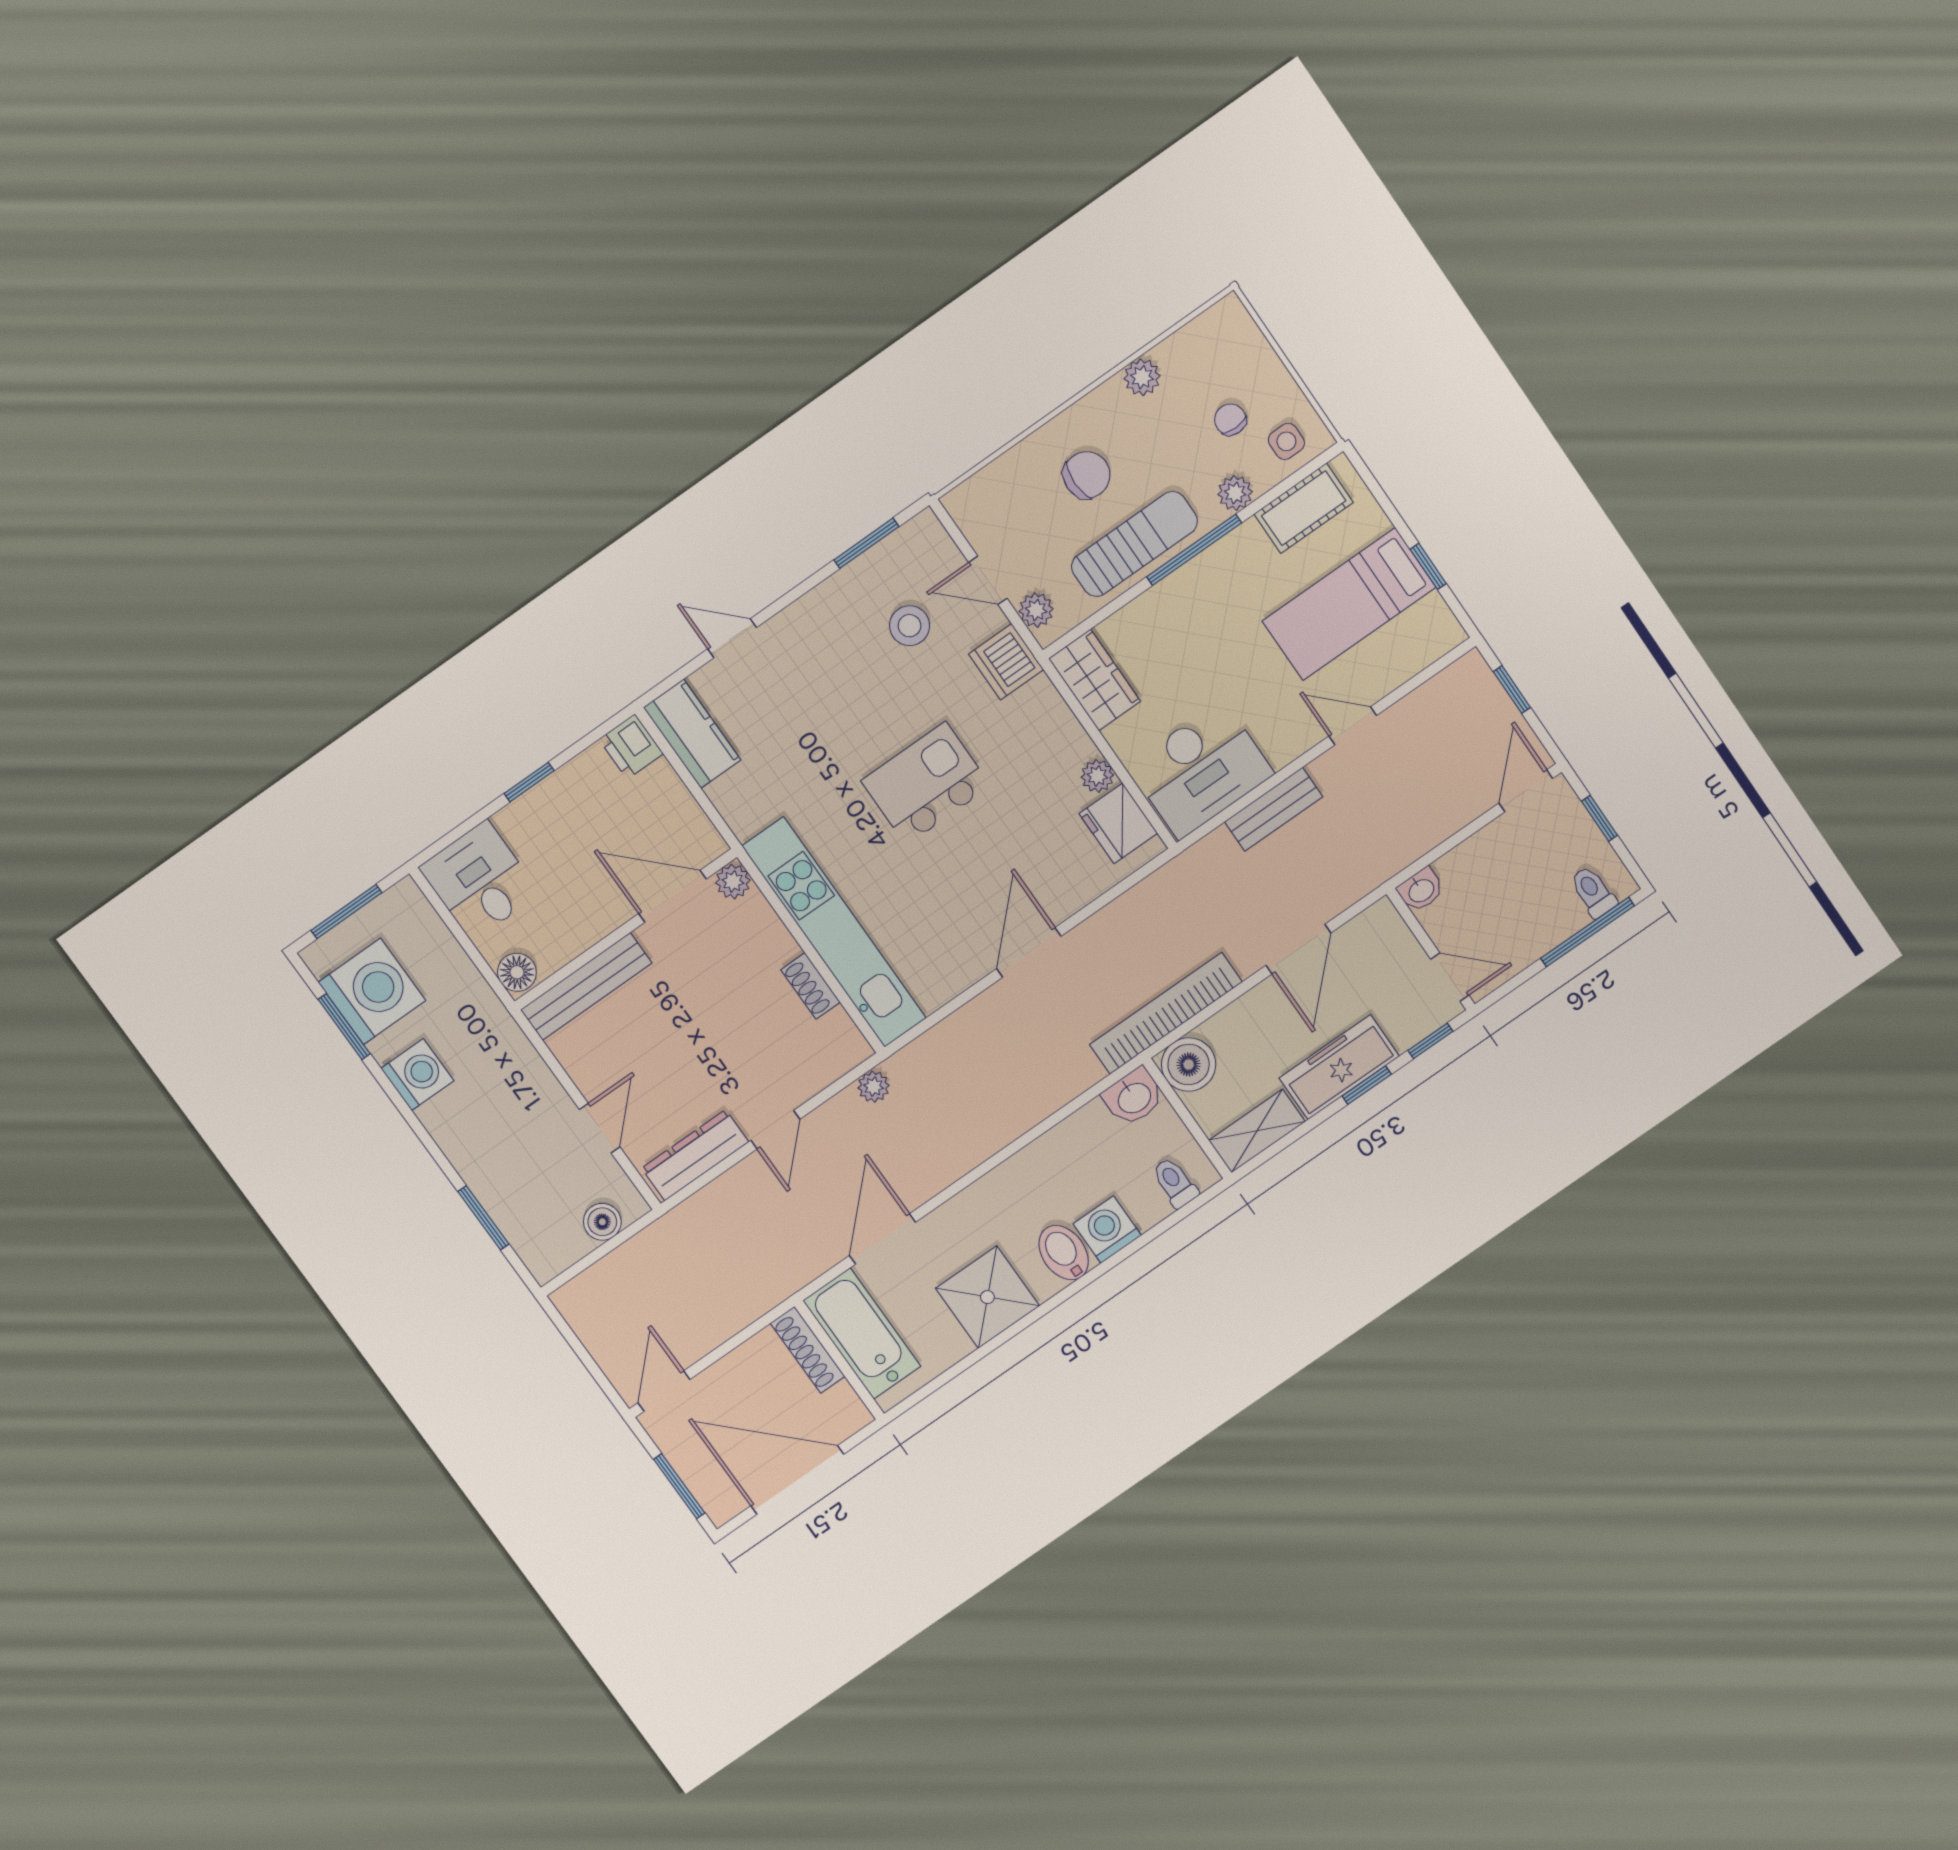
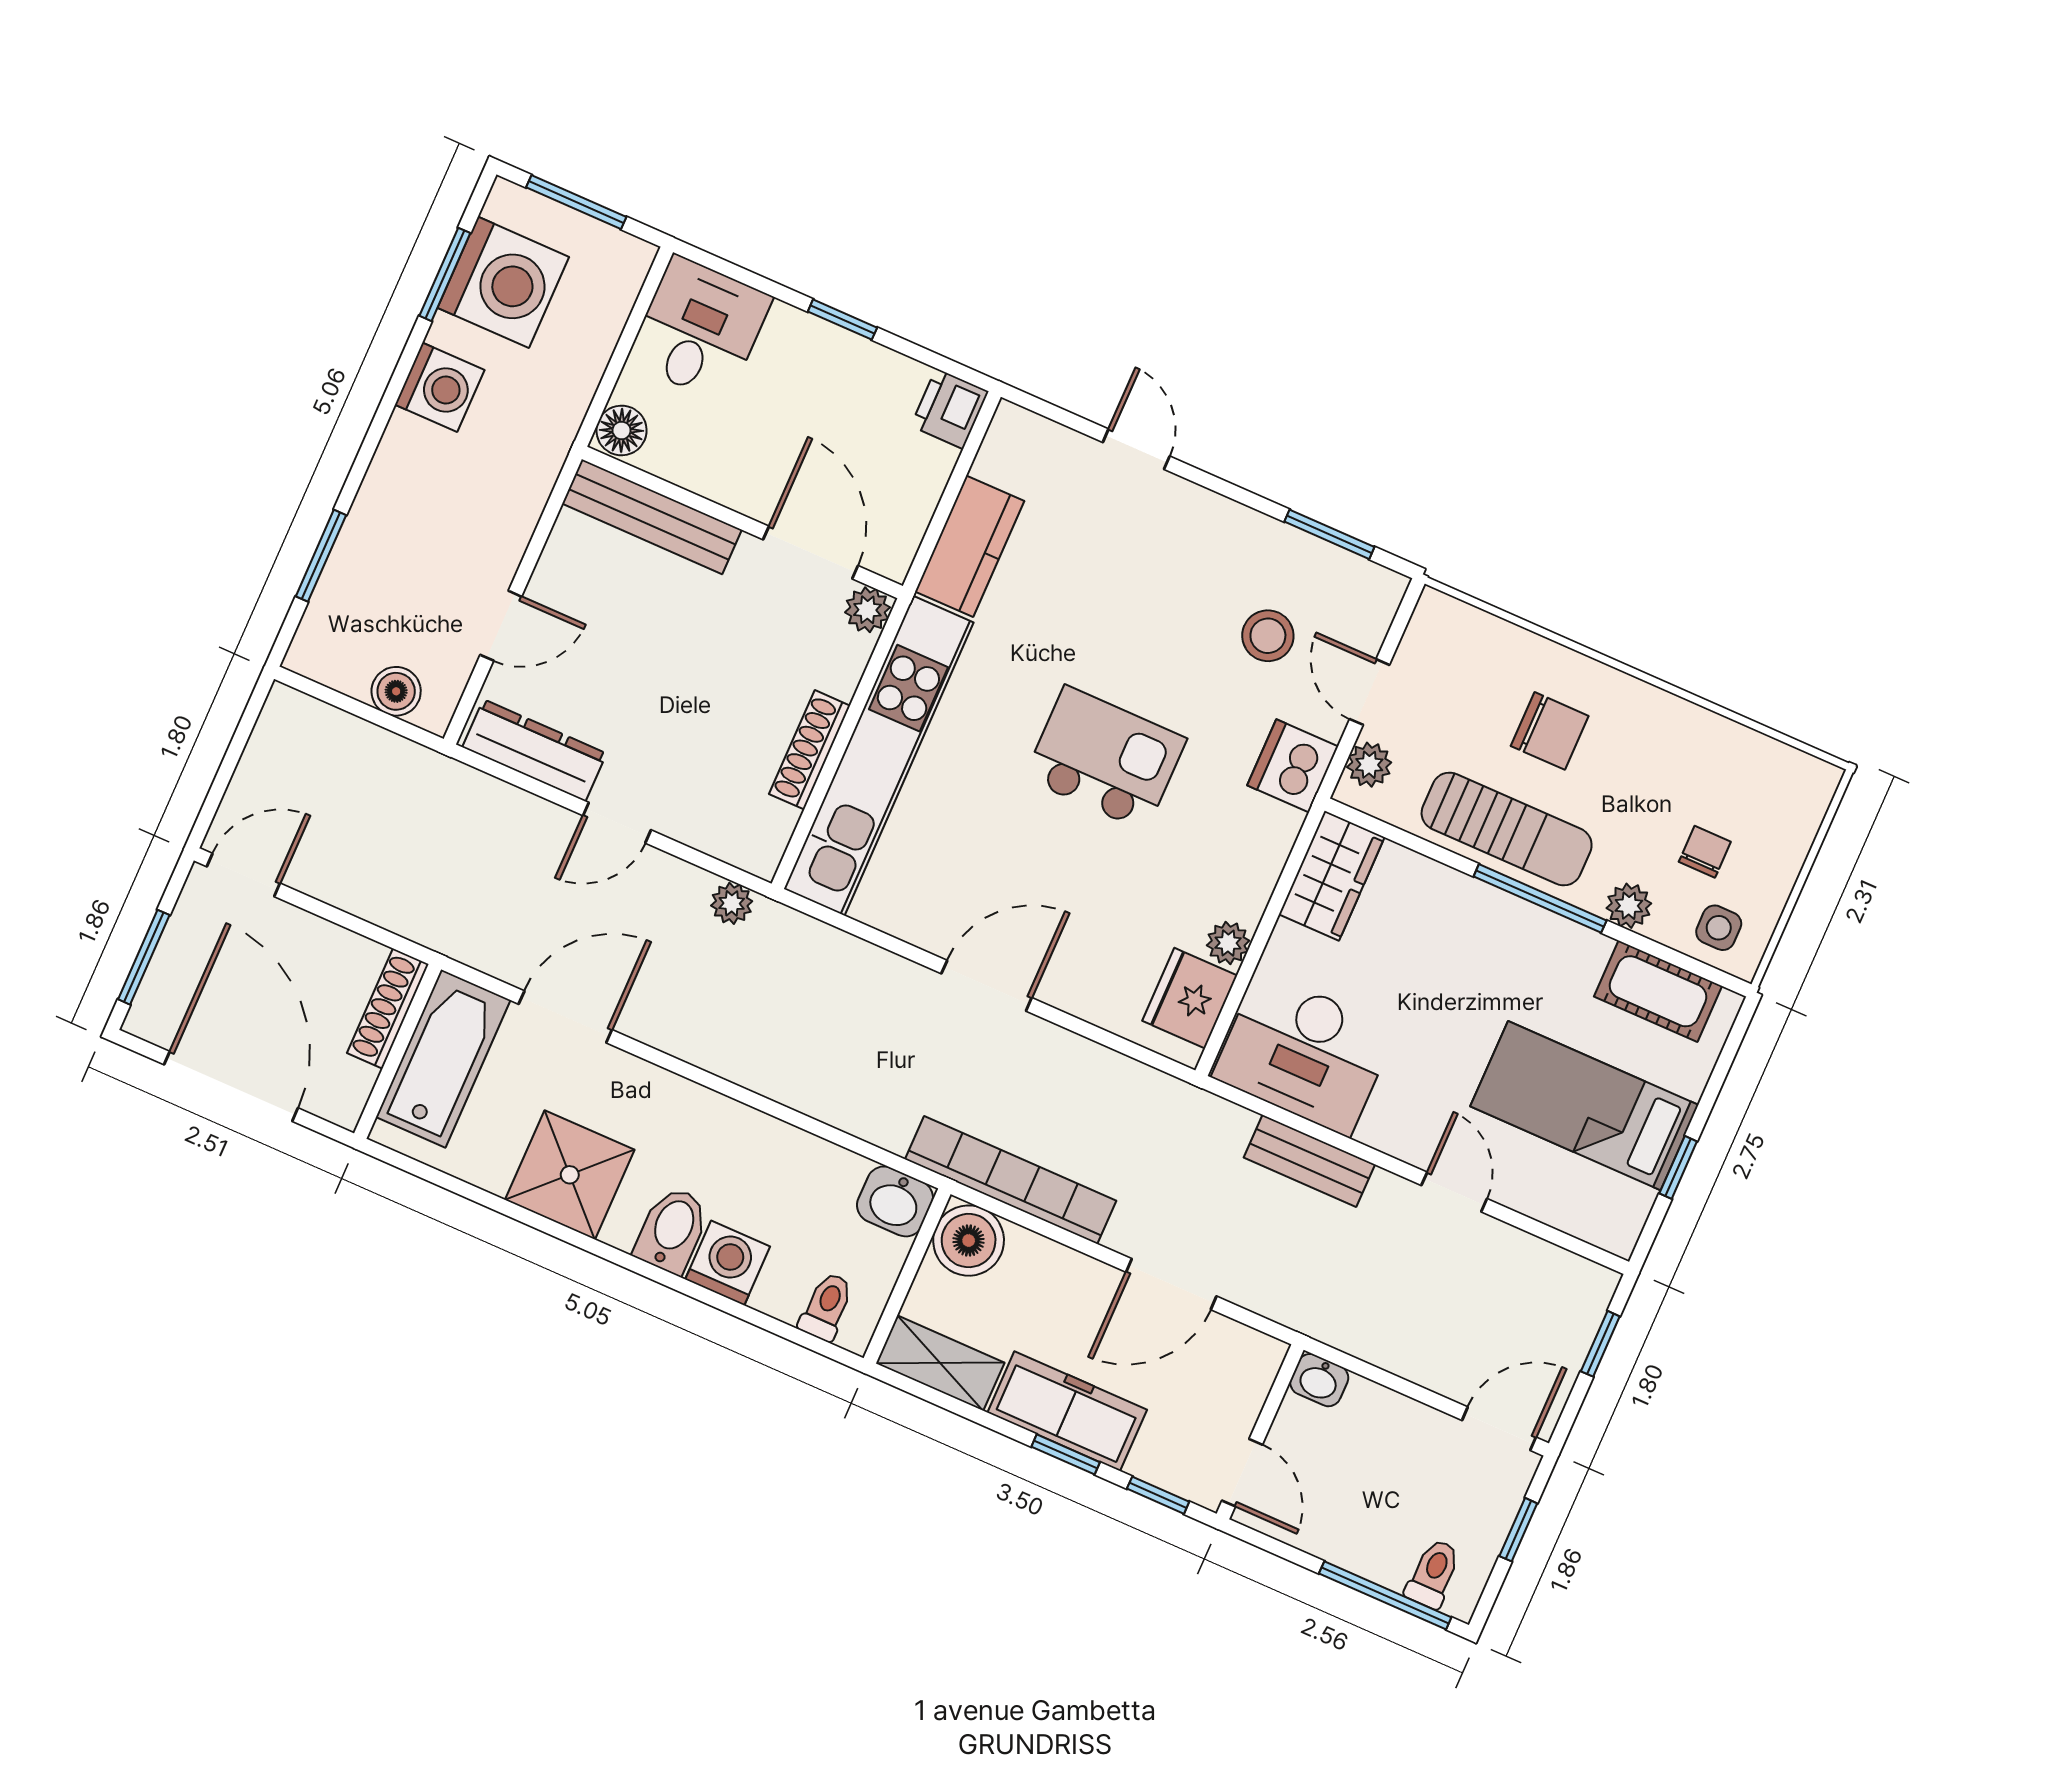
plant: (1142, 377) -> (1692, 727), removed
kitchen counter: (692, 734) -> (970, 546), moved
shoe rack: (811, 986) -> (810, 750), width x1.43

